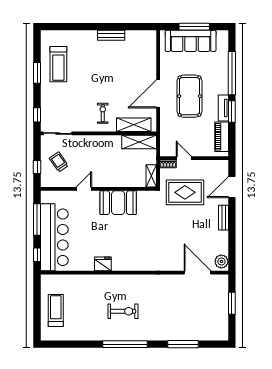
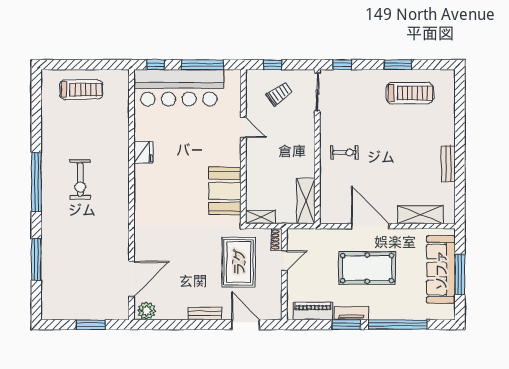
treadmill: (58, 64) -> (410, 93), turned 180
shelving: (134, 125) -> (420, 215), moved, turned 90
booth: (118, 203) -> (225, 191), moved

